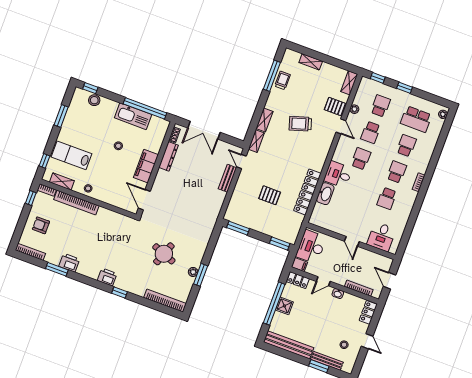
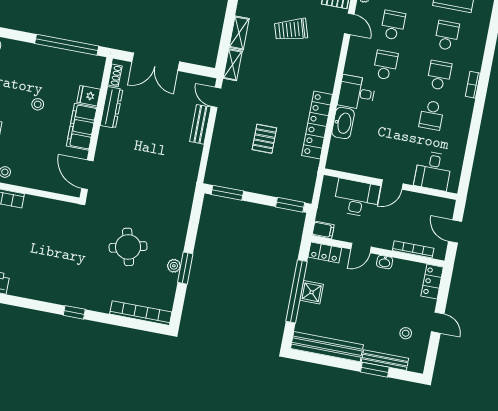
kitchen sink: (133, 116) -> (51, 59), removed
school desk: (371, 132) -> (393, 25), turned 180
fridge: (154, 146) -> (89, 96), added
pallet: (270, 195) -> (264, 139), turned 90
door: (352, 241) -> (392, 185), hinge flipped
desk: (311, 247) -> (357, 198), moved, turned 90
round table: (164, 254) -> (128, 247), turned -35
printer: (107, 277) -> (53, 293), removed

